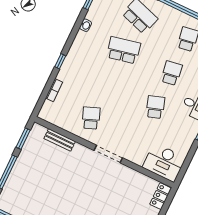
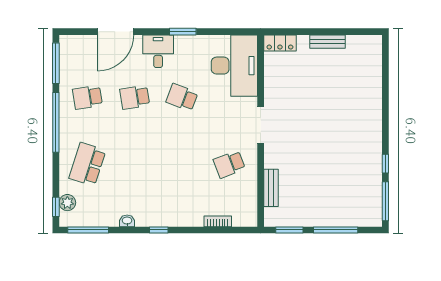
school desk: (124, 50) -> (135, 164), removed
window: (60, 61) -> (159, 230), moved
school desk: (155, 107) -> (182, 97), turned 39
desk: (164, 162) -> (234, 66), width x1.36, depth x1.30

